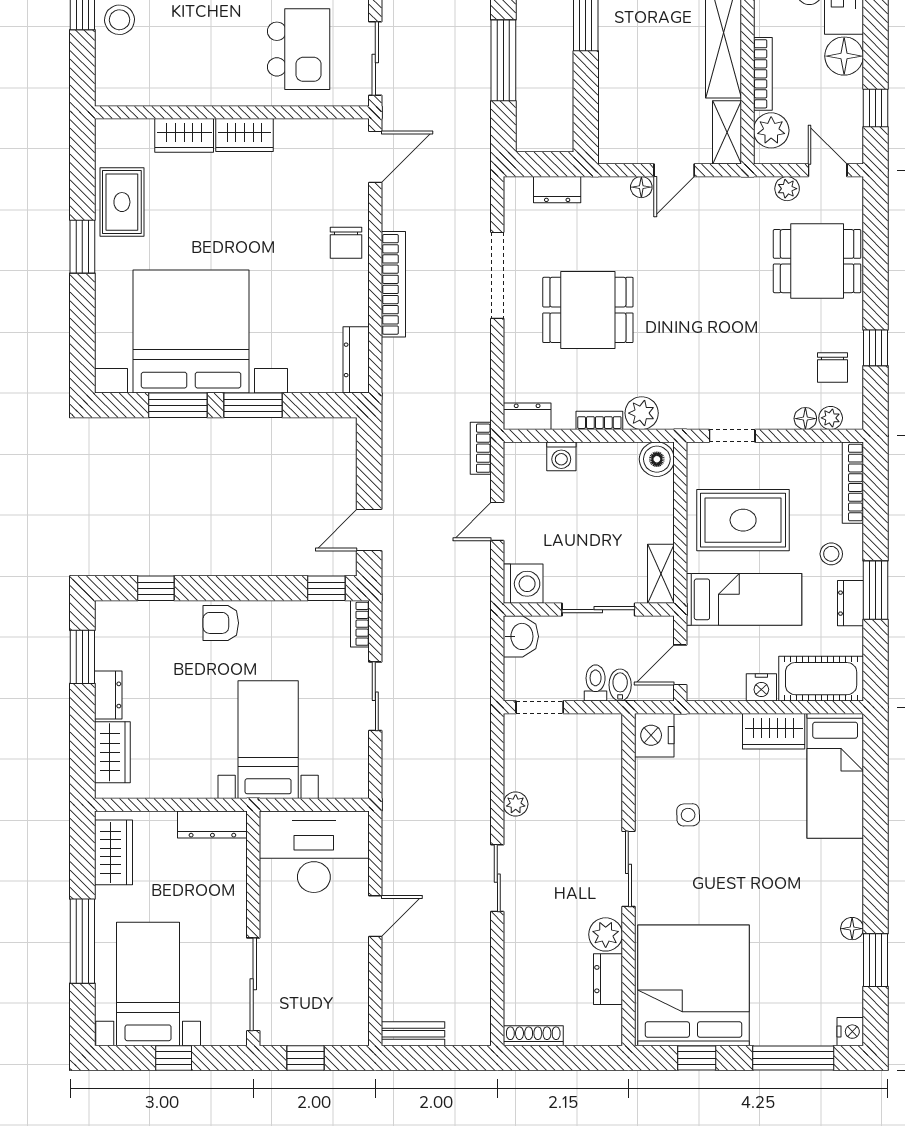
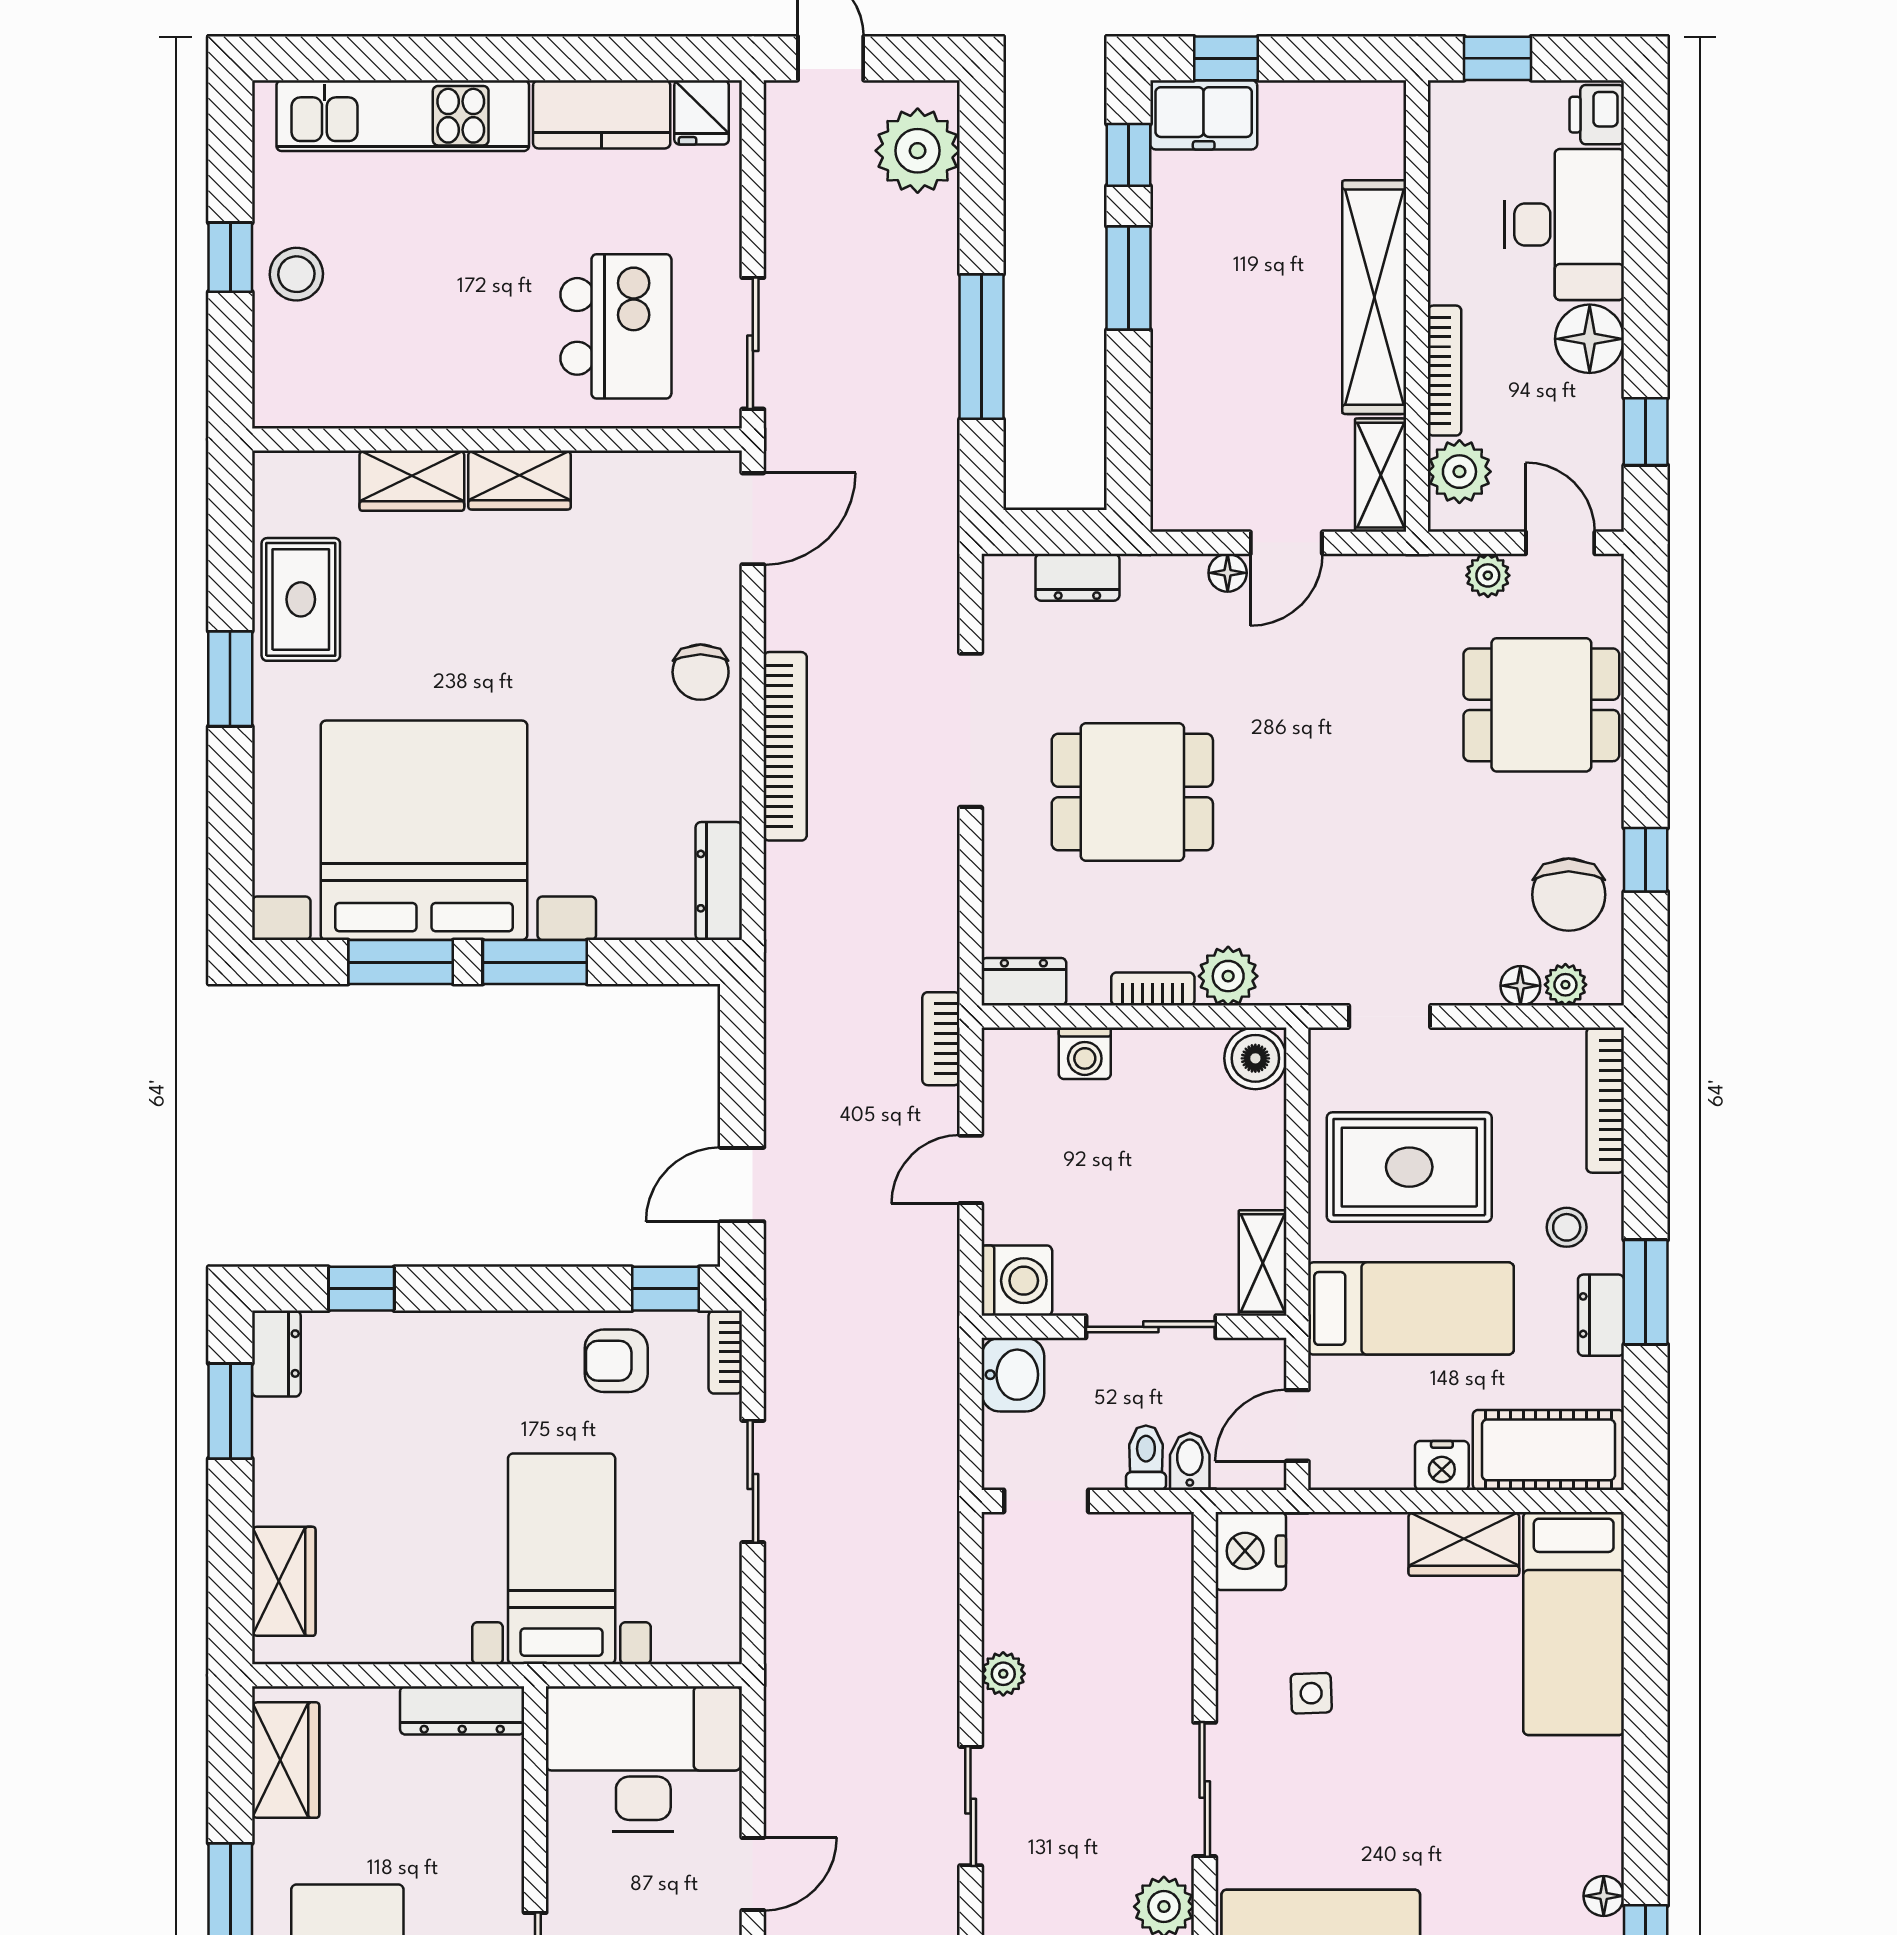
chair: (832, 367) -> (1569, 895), width x1.37, depth x1.37
armchair: (221, 623) -> (616, 1361), moved
dresser: (108, 695) -> (276, 1354), moved

